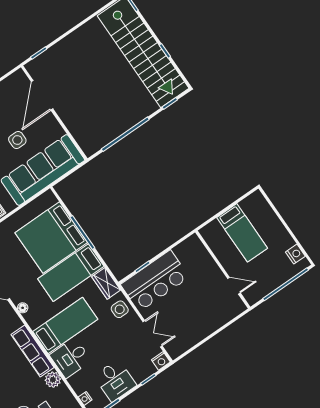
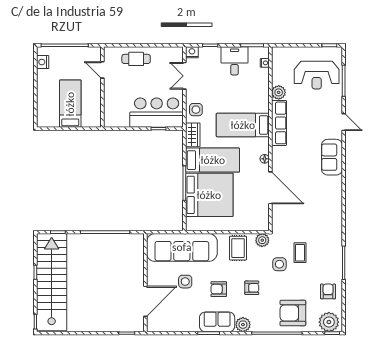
cafe table: (209, 318) -> (136, 59), added
desk: (70, 358) -> (255, 99), removed

